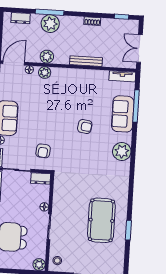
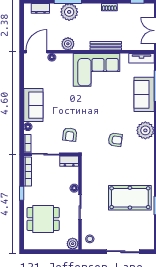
plant: (45, 73) -> (67, 59), removed
corner sofa: (75, 86) -> (97, 70), added
armchair: (85, 127) -> (115, 140), moved
pool table: (101, 220) -> (130, 198), turned 90

